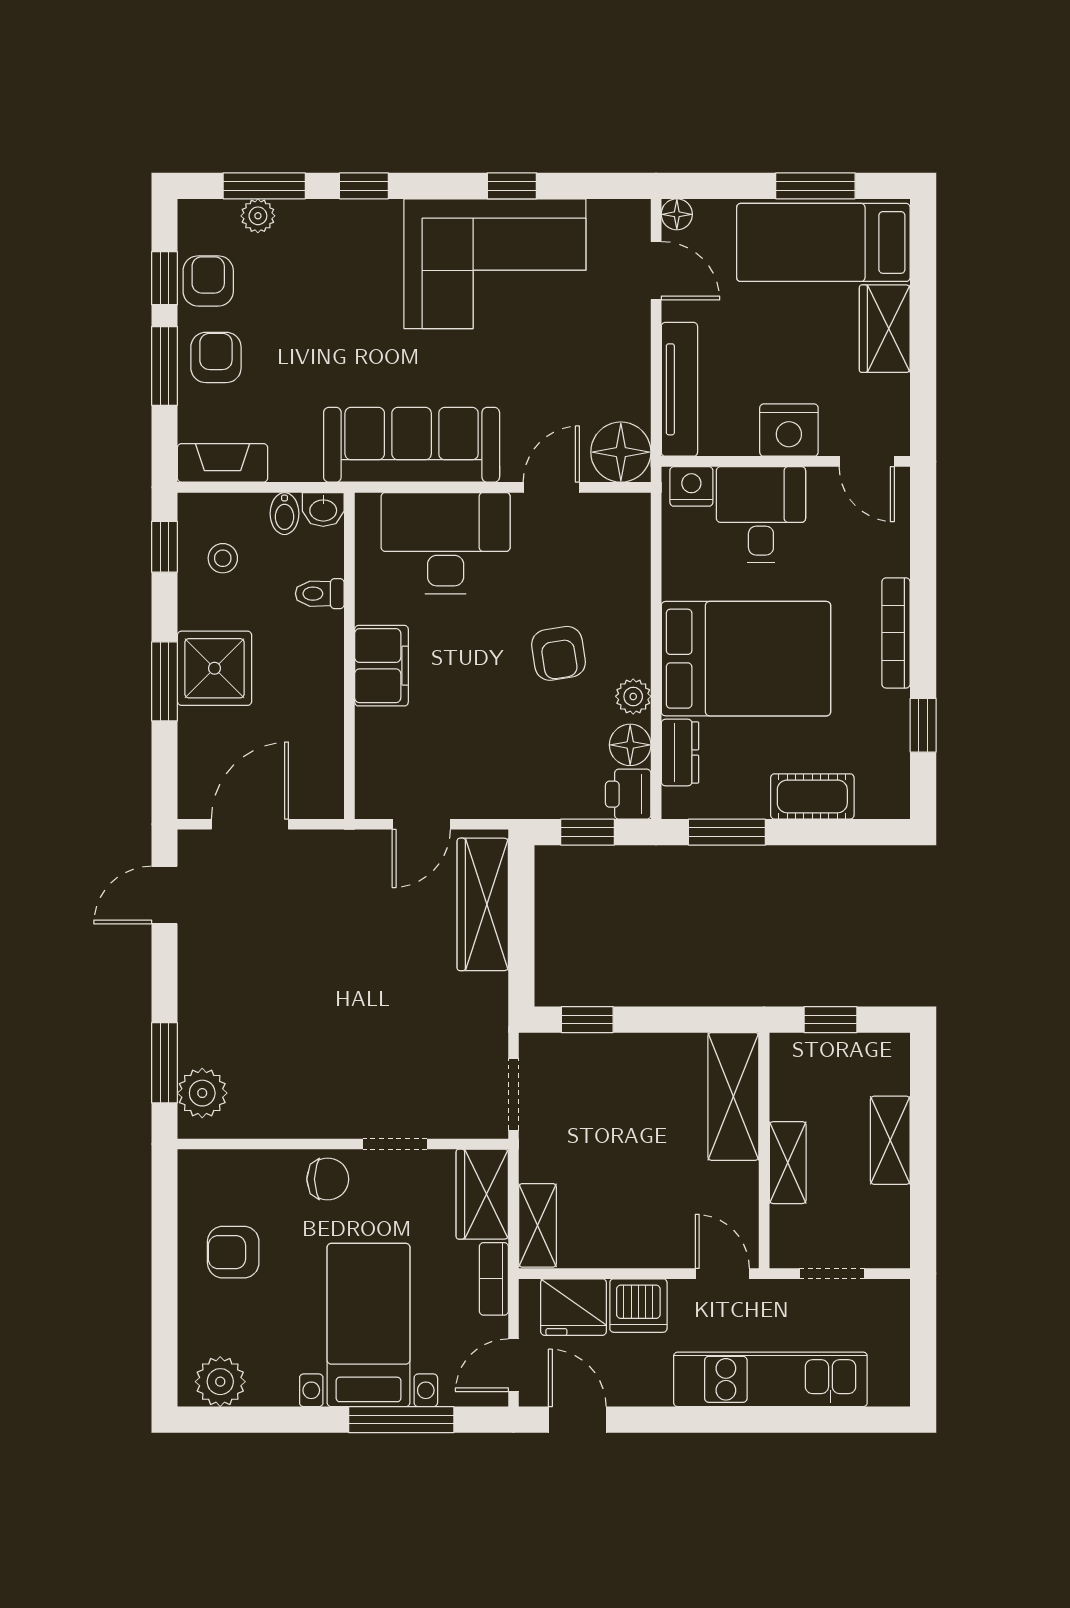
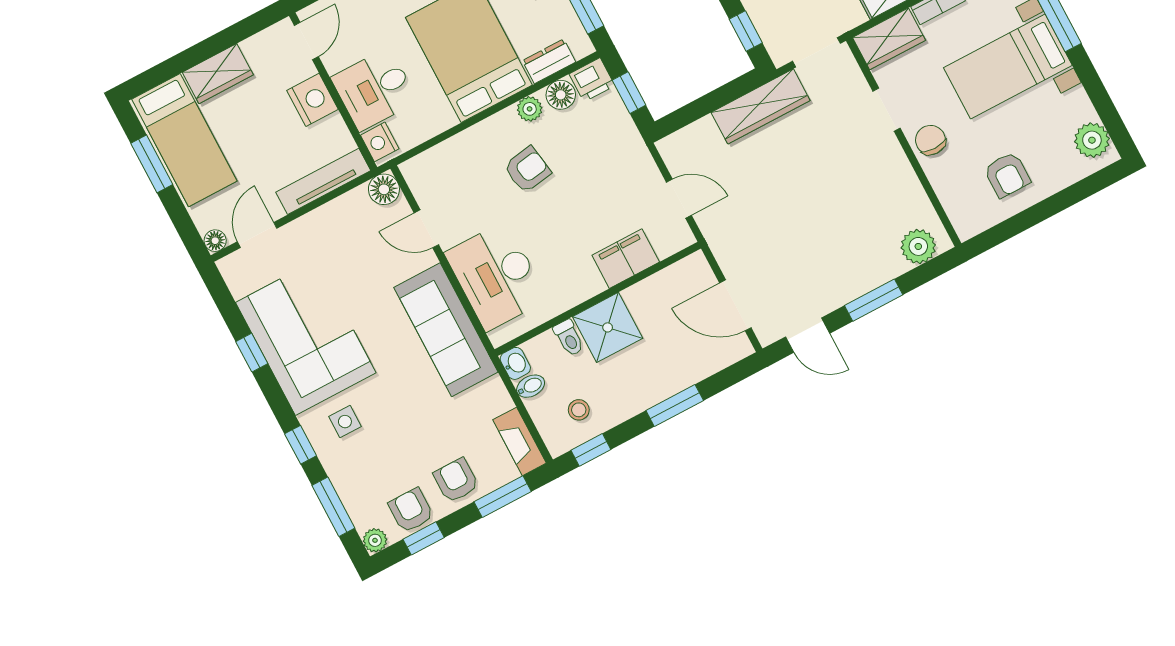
plant: (258, 216) -> (375, 540), moved
side table: (363, 257) -> (345, 422), added
armchair: (208, 281) -> (411, 510), turned 90
armchair: (216, 357) -> (456, 480), turned 90
window: (164, 366) -> (503, 497), moved
floor lamp: (621, 452) -> (384, 189), width x0.73, depth x0.73
filing cabinet: (381, 666) -> (626, 259), moved
shower: (215, 668) -> (608, 327), moved
wardrobe: (483, 904) -> (761, 106), moved
window: (164, 1063) -> (874, 300), moved

